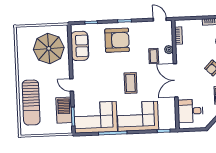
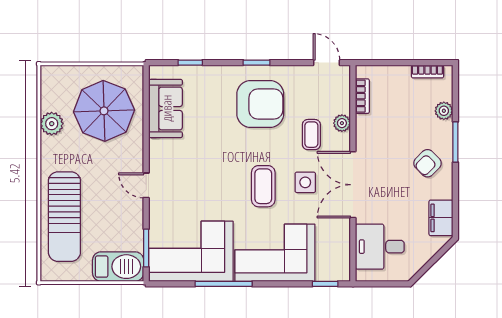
armchair: (117, 40) -> (260, 104), moved
plant: (23, 56) -> (52, 124), added
side table: (152, 80) -> (305, 182), added
barbecue: (64, 110) -> (118, 267), moved, turned 90

